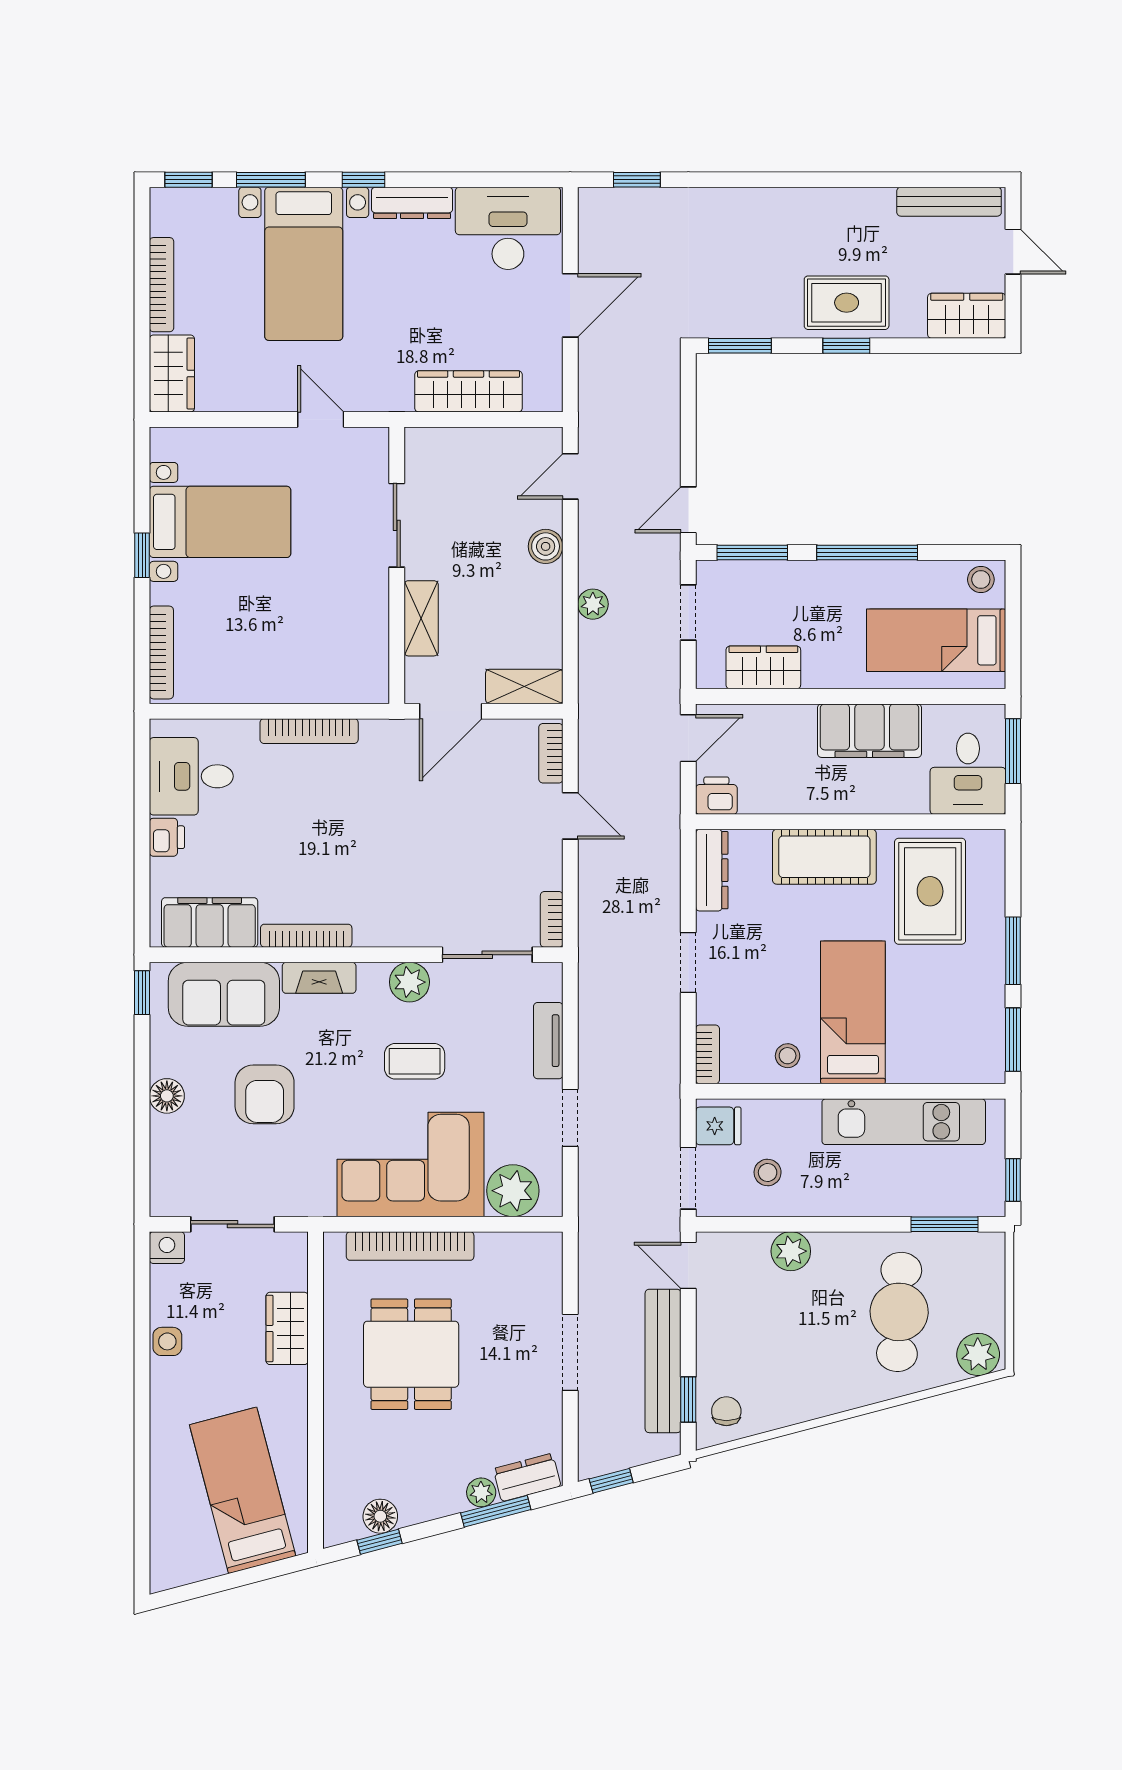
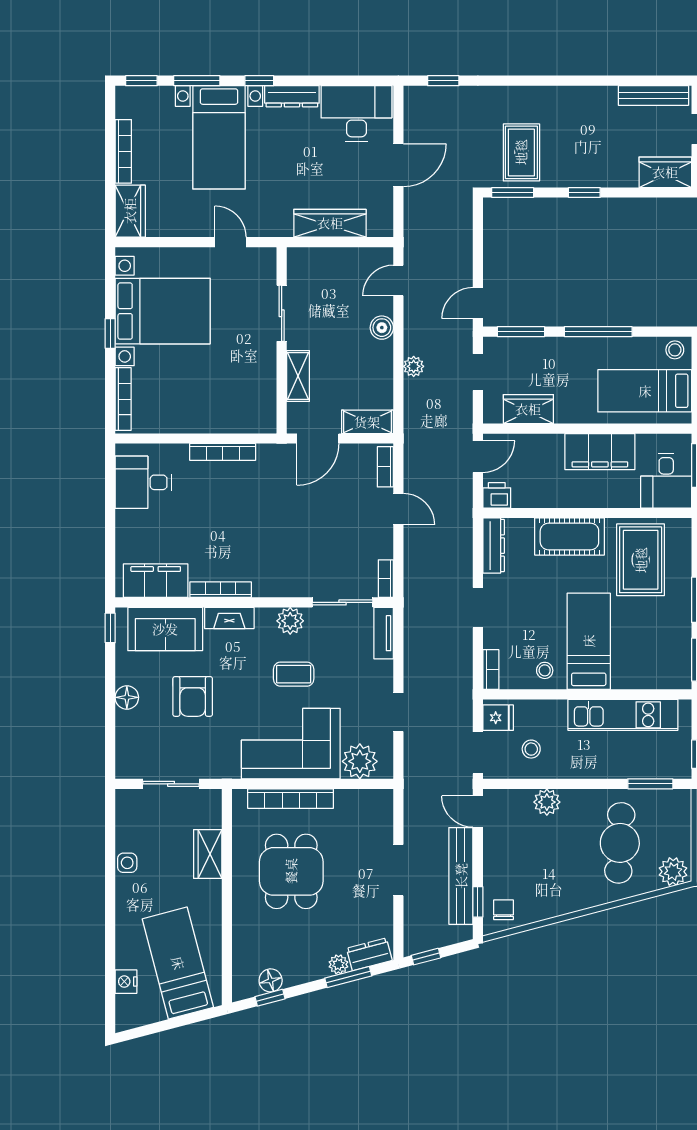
rug: (847, 303) -> (521, 152), moved, turned 90
bed with nightstands: (220, 522) -> (163, 311), width x1.36
printer: (167, 837) -> (127, 523), removed
tv unit: (548, 1041) -> (384, 633), moved
nightstand: (167, 1248) -> (126, 982), moved, turned -90

